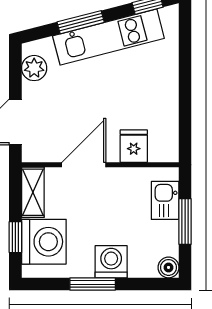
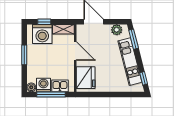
window: (81, 22) -> (134, 39), moved
fridge: (134, 146) -> (86, 78), width x1.88, depth x1.34
window: (185, 221) -> (51, 94), width x1.44
washing machine: (111, 262) -> (43, 85), moved, turned -90

